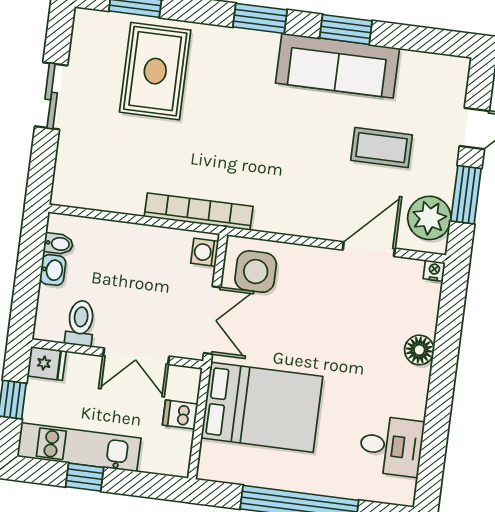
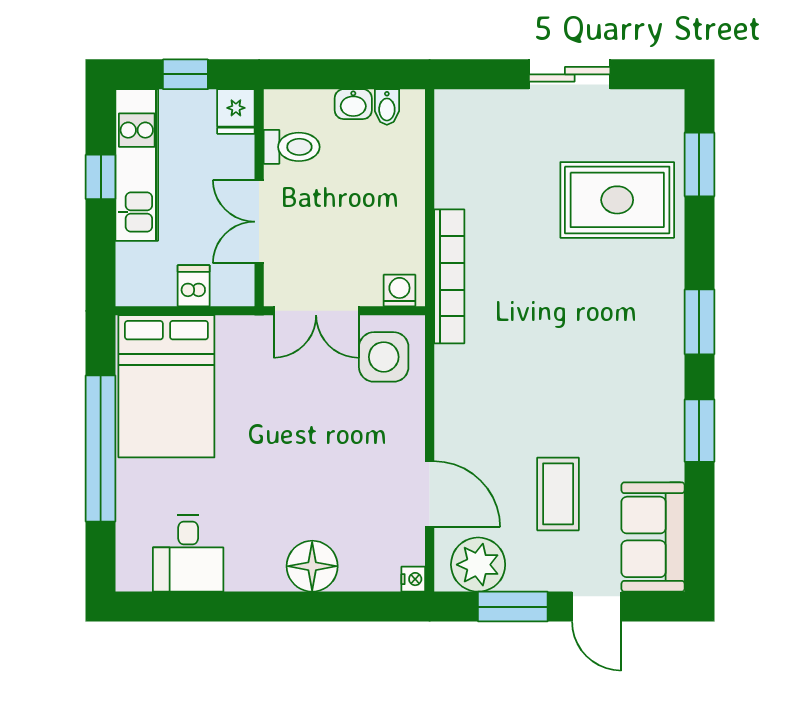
sofa: (338, 66) -> (653, 537), moved, width x0.73
floor lamp: (419, 350) -> (312, 566), width x1.38, depth x1.38
bed: (262, 407) -> (166, 386), moved

